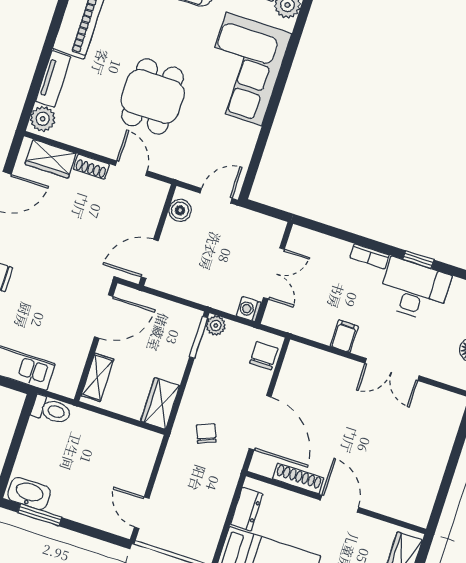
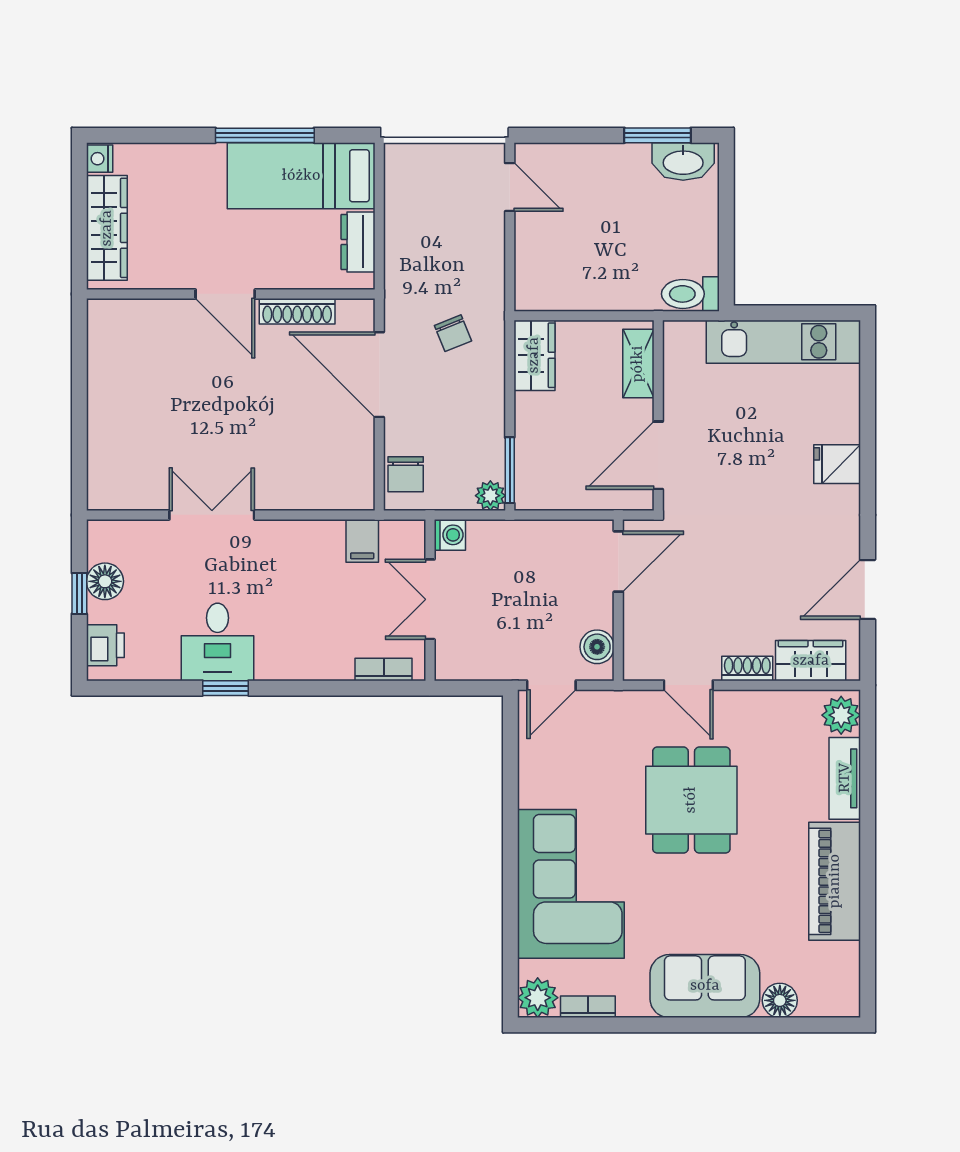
bookcase: (370, 256) -> (384, 670), moved
desk: (414, 290) -> (217, 642), width x0.73
filing cabinet: (344, 336) -> (362, 541), moved

